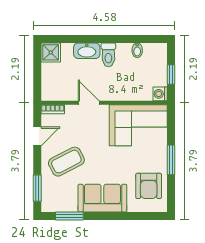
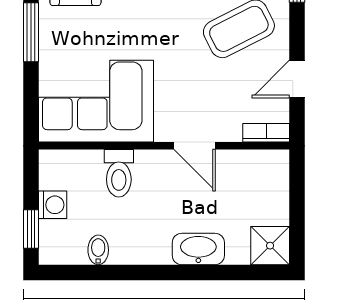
toilet: (108, 55) -> (119, 173), moved, turned 180
window: (171, 74) -> (31, 229), moved
washing machine: (160, 94) -> (53, 205), moved

